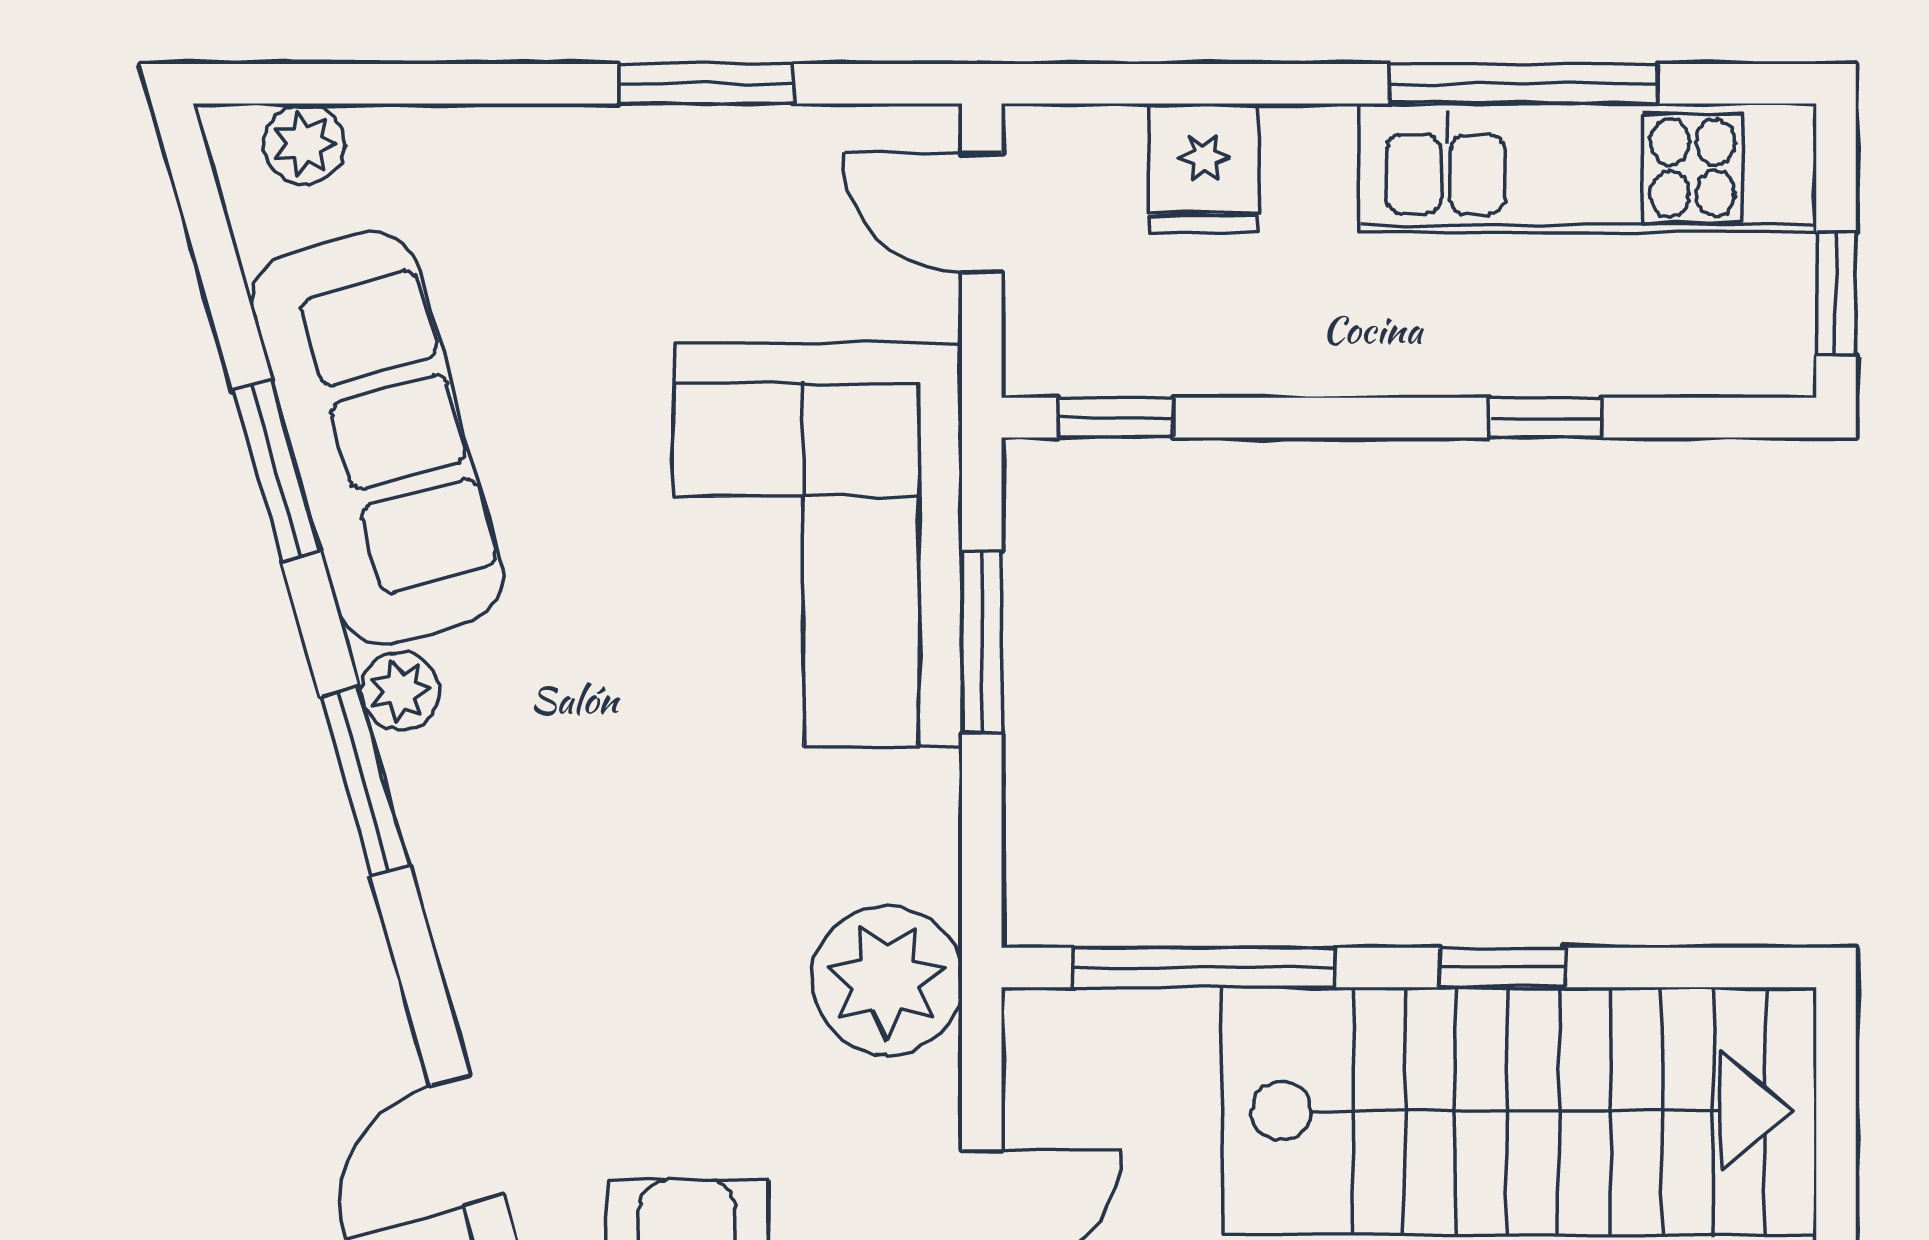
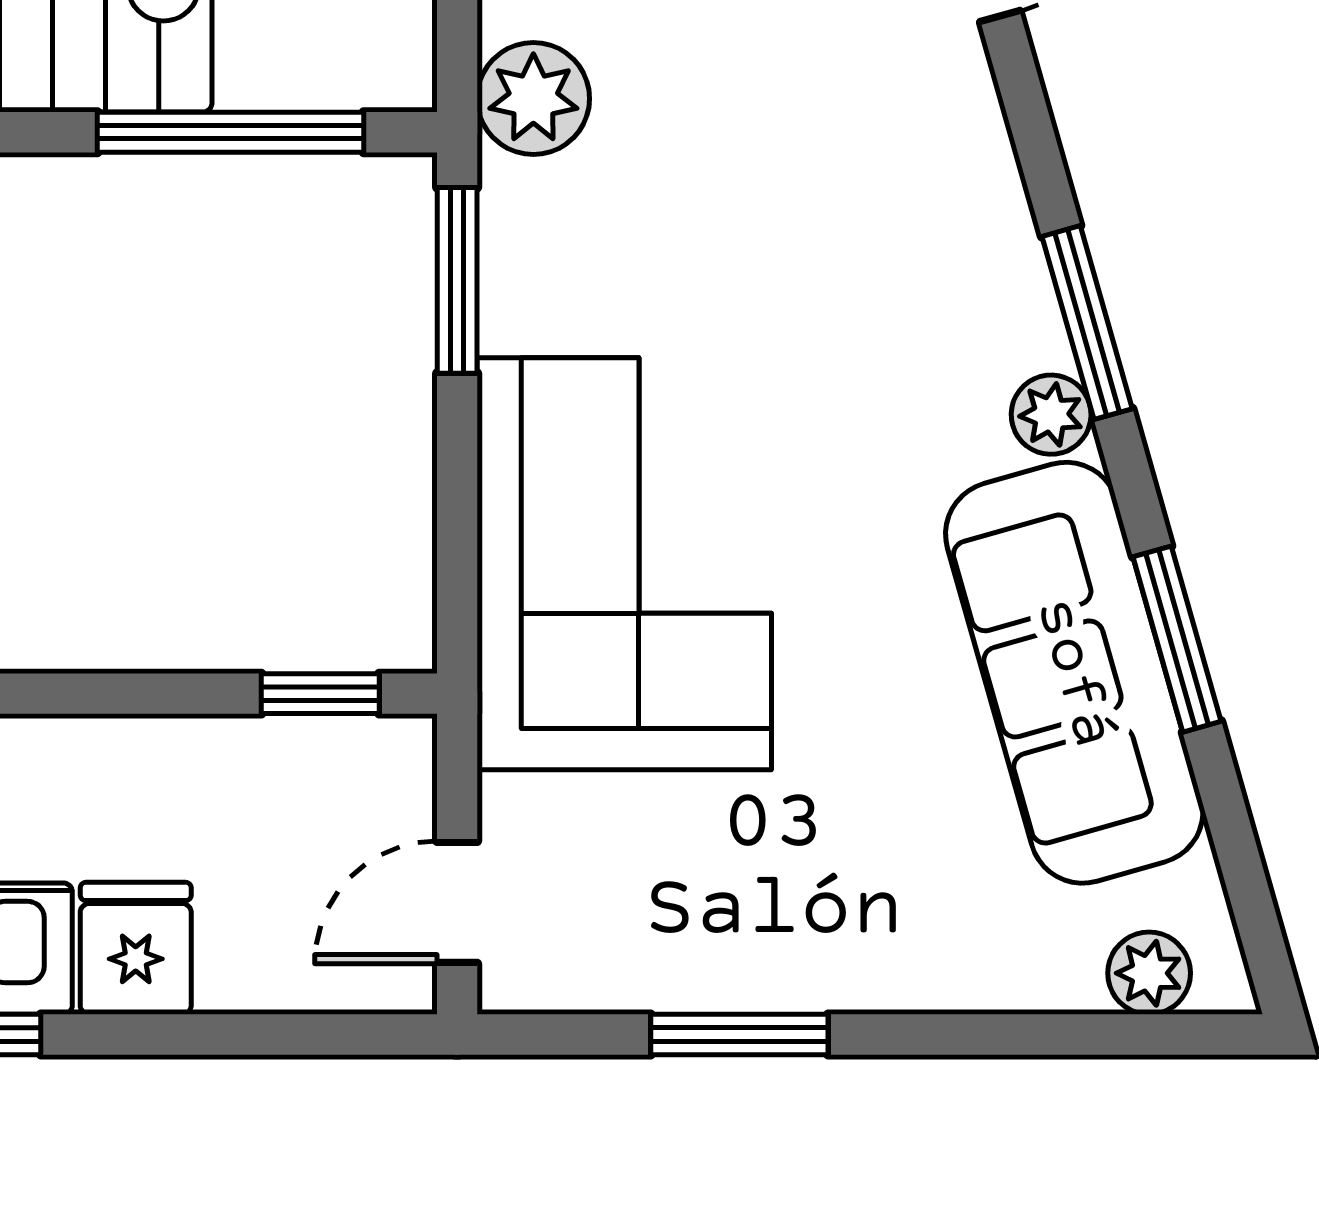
fridge: (1204, 168) -> (136, 948), moved
door: (982, 213) -> (457, 902), swing flipped
window: (982, 642) -> (457, 280), moved
plant: (887, 981) -> (533, 99), width x0.73, depth x0.73

